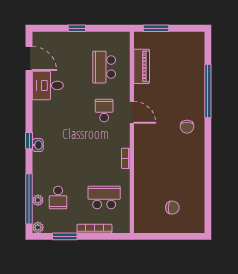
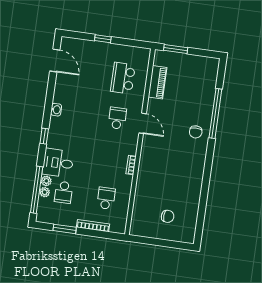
desk: (48, 85) -> (58, 163), moved
chair: (187, 127) -> (196, 132), moved
washbasin: (38, 145) -> (56, 110), moved
school desk: (104, 198) -> (106, 198), width x0.54
plant: (38, 227) -> (46, 181), moved

